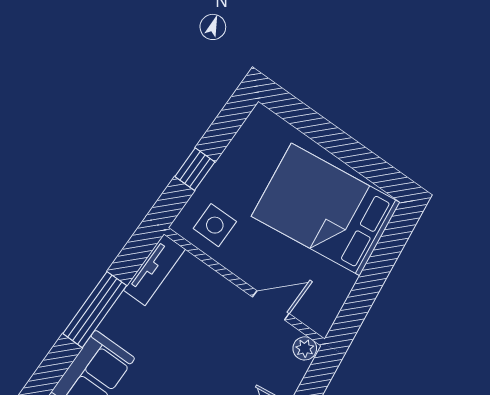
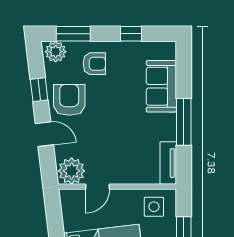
plant: (305, 348) -> (72, 171), width x1.88, depth x1.88

